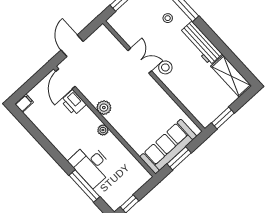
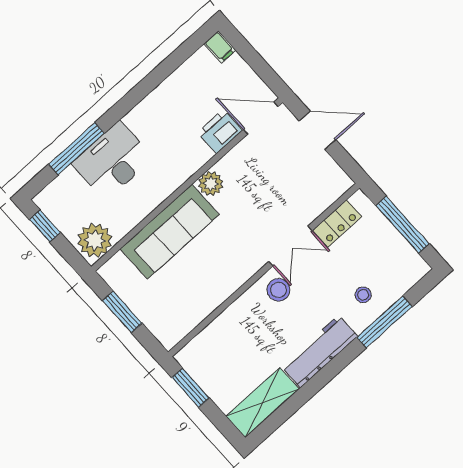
locker: (126, 34) -> (337, 223), added
plant: (103, 130) -> (95, 240), moved, width x1.87, depth x1.87
sofa: (168, 147) -> (170, 232), moved, turned 90

